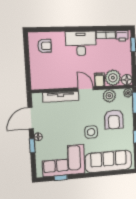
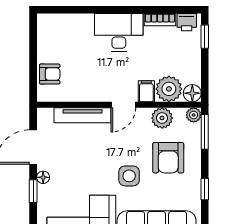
armchair: (44, 46) -> (50, 74), moved
door: (86, 89) -> (123, 105), swing flipped

